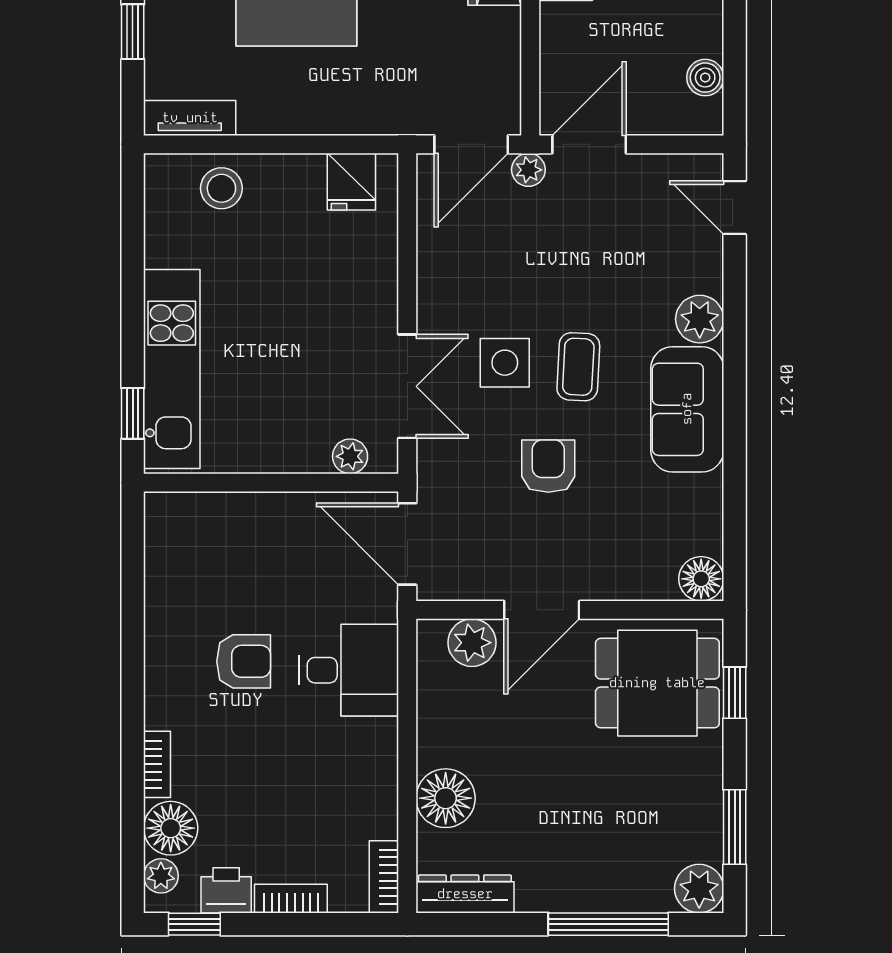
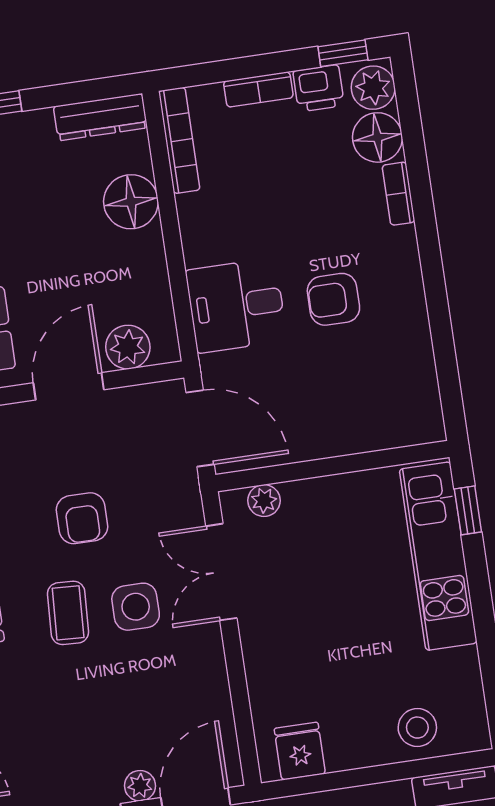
plant: (161, 876) -> (373, 88), width x1.38, depth x1.38
bookcase: (384, 877) -> (179, 140), width x1.56

